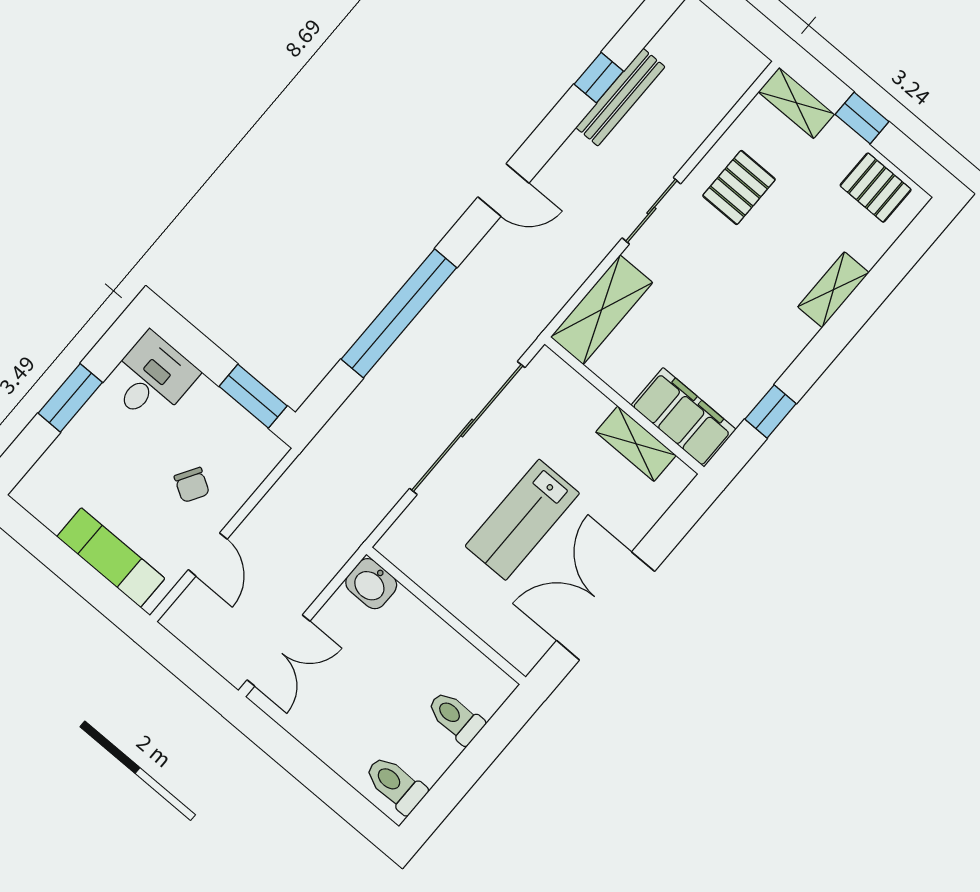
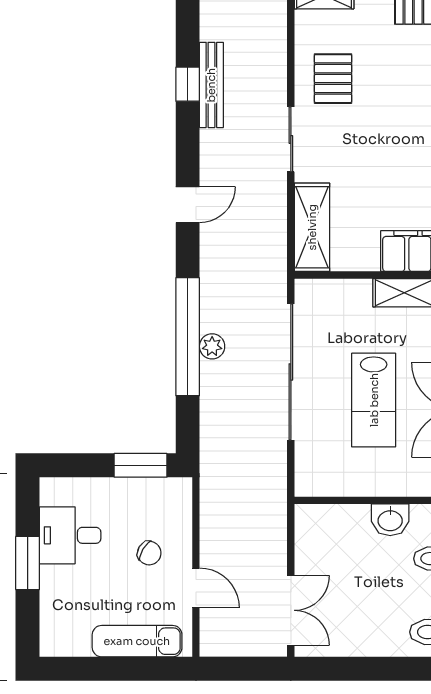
plant: (414, 342) -> (212, 346), added
desk: (152, 378) -> (70, 535), moved, turned -90
washbasin: (371, 584) -> (390, 520), moved

